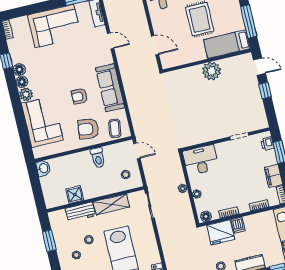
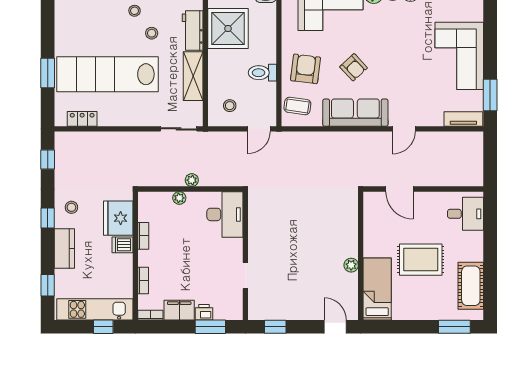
window: (249, 21) -> (401, 327), removed
door: (111, 41) -> (404, 129), moved
door: (155, 45) -> (399, 189), hinge flipped
door: (259, 67) -> (335, 327), swing flipped
plant: (212, 71) -> (351, 265), width x0.53, depth x0.53
window: (265, 91) -> (275, 327), moved
armchair: (79, 96) -> (354, 67), turned 137
printer: (267, 144) -> (204, 312), moved
shower: (75, 195) -> (228, 29), width x1.86, depth x1.86
floor lamp: (206, 216) -> (145, 203), removed

